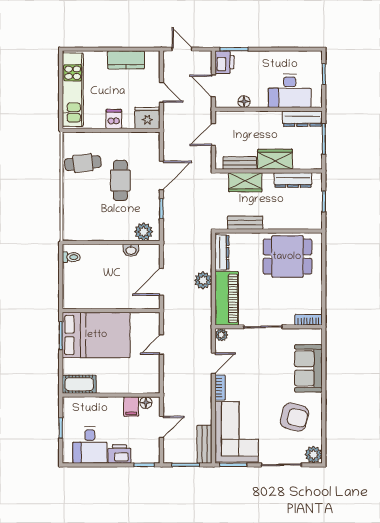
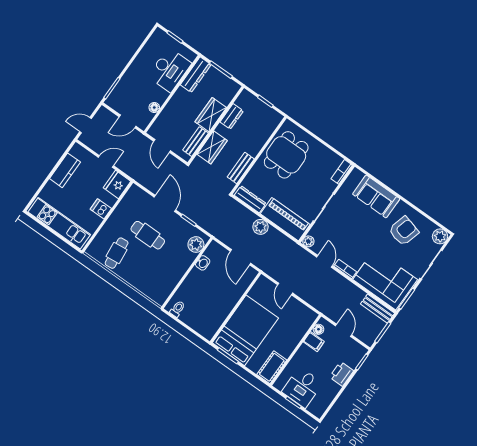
printer: (224, 62) -> (116, 102), removed
dresser: (293, 180) -> (232, 116), width x0.70
desk: (90, 445) -> (302, 387), moved, turned 90

